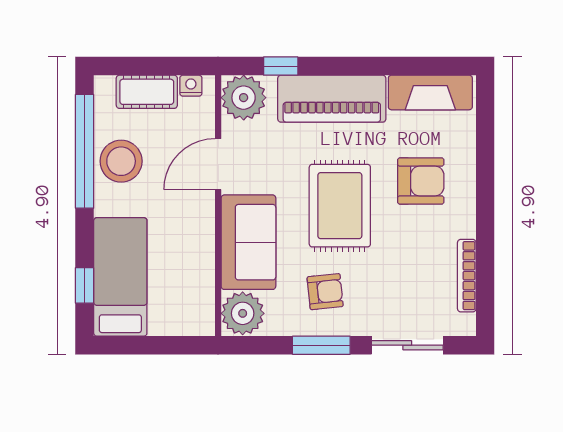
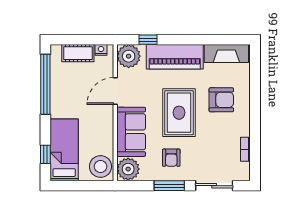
stool: (121, 161) -> (101, 167), moved
bookcase: (467, 276) -> (245, 149), width x0.64
armchair: (325, 292) -> (171, 158), turned 96

